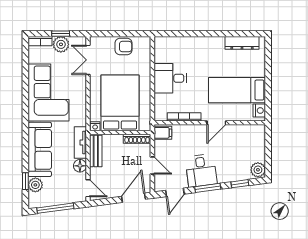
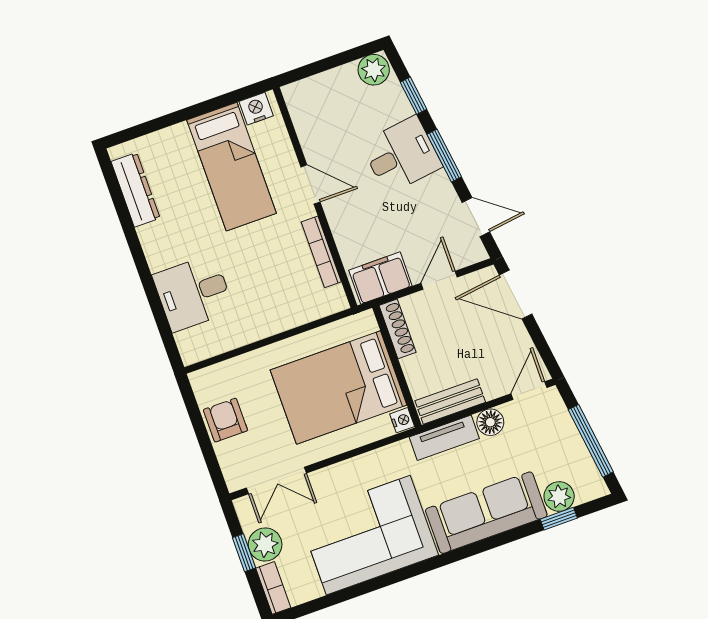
desk: (170, 78) -> (193, 293), moved, turned 90
filing cabinet: (163, 133) -> (380, 278), width x2.00
desk: (201, 170) -> (401, 155), moved

